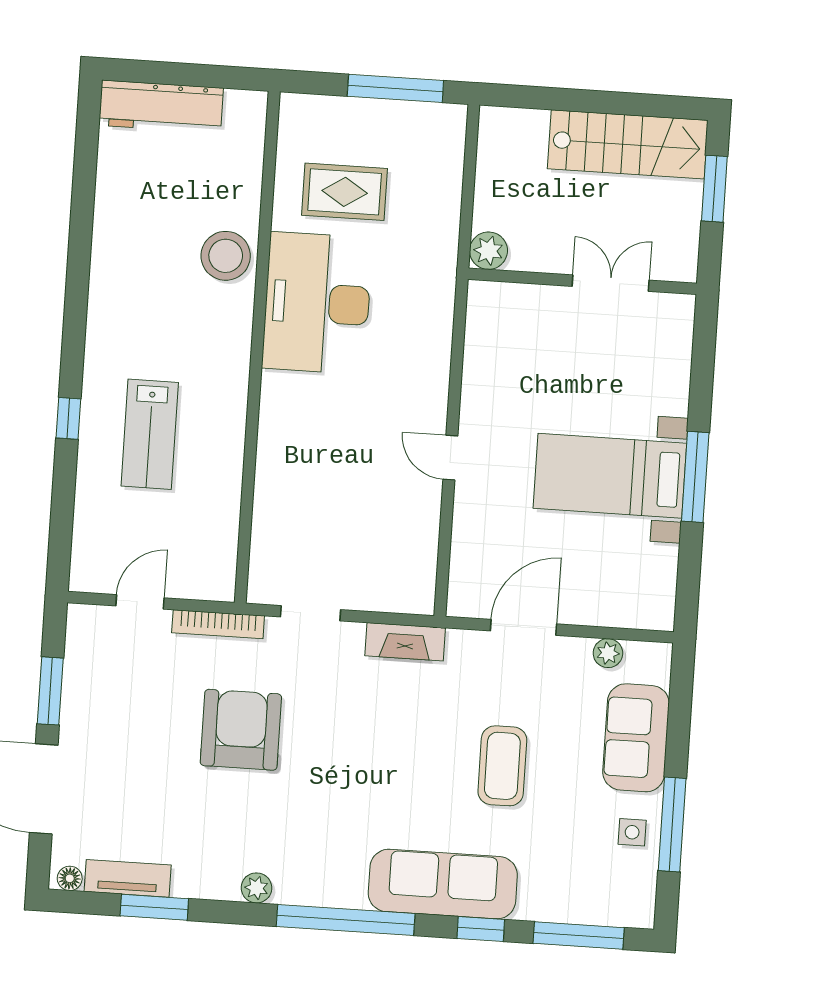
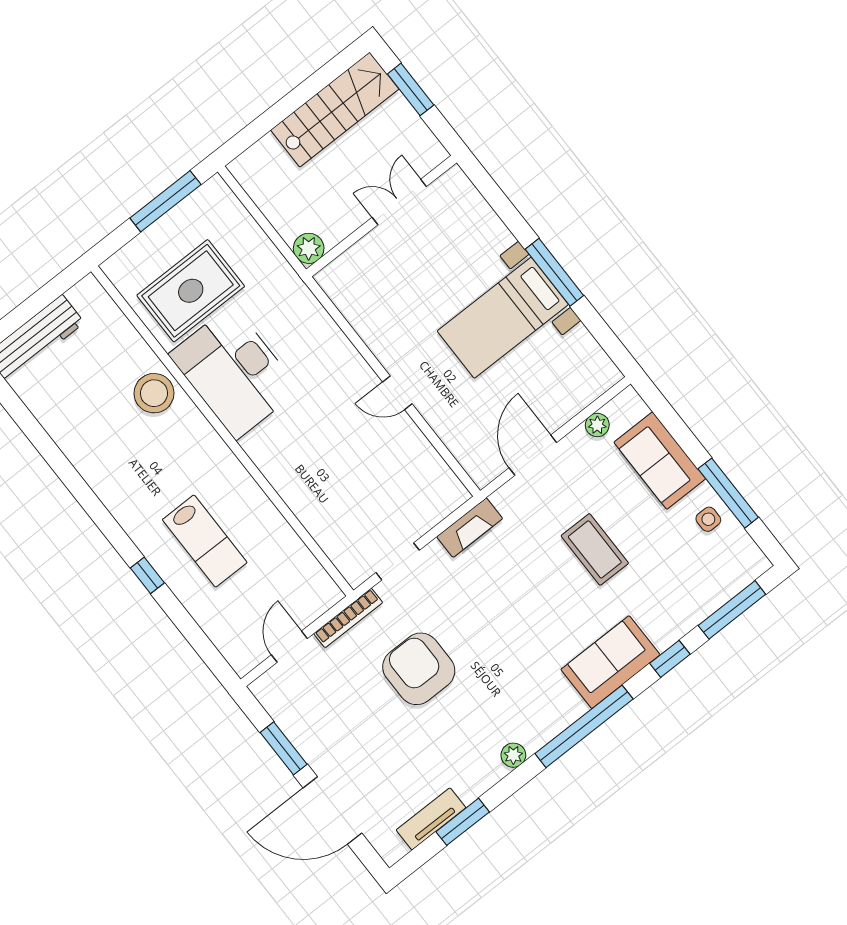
rug: (345, 192) -> (191, 291), width x1.36, depth x1.43
floor lamp: (70, 878) -> (396, 850), removed
sofa: (443, 884) -> (611, 662), width x0.73

